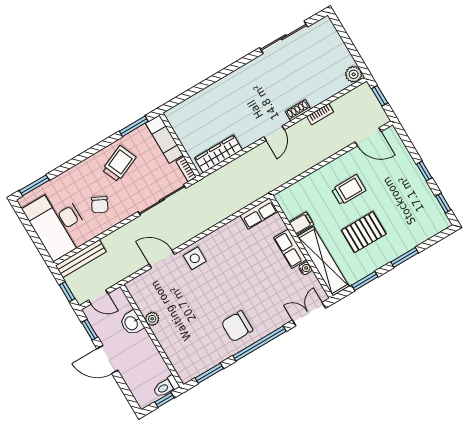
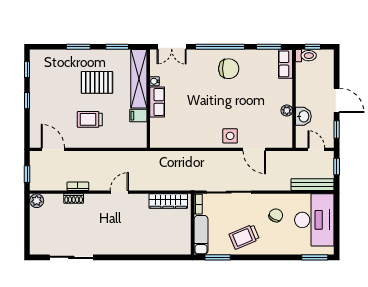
shoe rack: (298, 110) -> (74, 199), moved
row of seats: (259, 213) -> (286, 64), moved, turned -90

